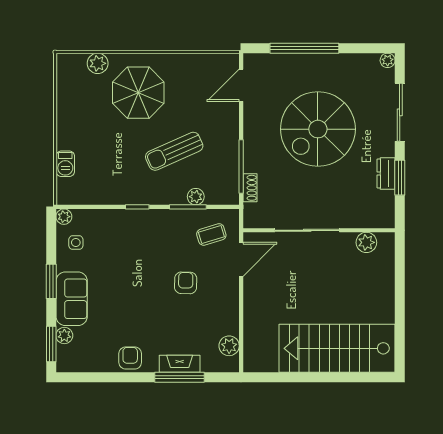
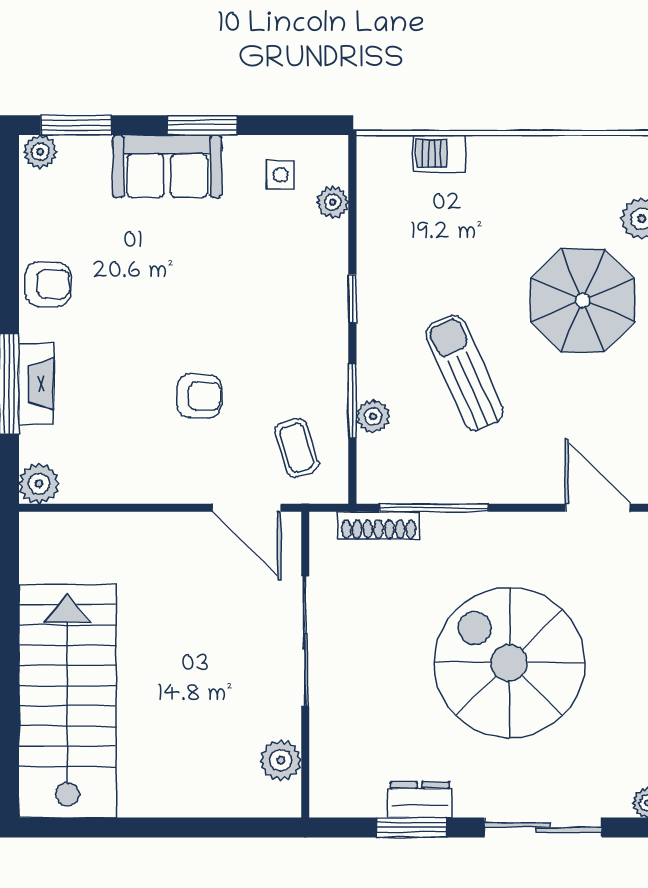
shoe rack: (250, 188) -> (379, 525), width x1.43
plant: (64, 217) -> (333, 202), moved
plant: (64, 336) -> (40, 152), moved
plant: (229, 346) -> (39, 484), moved

